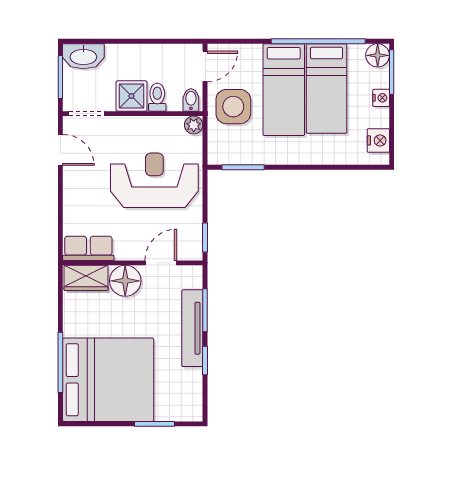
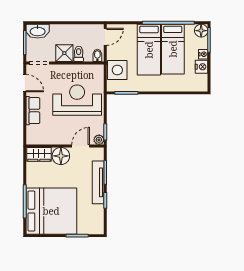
side table: (233, 107) -> (117, 70), moved
plant: (194, 125) -> (99, 140), moved
nightstand: (378, 140) -> (202, 67), moved
row of seats: (88, 248) -> (33, 111), moved, turned 90

